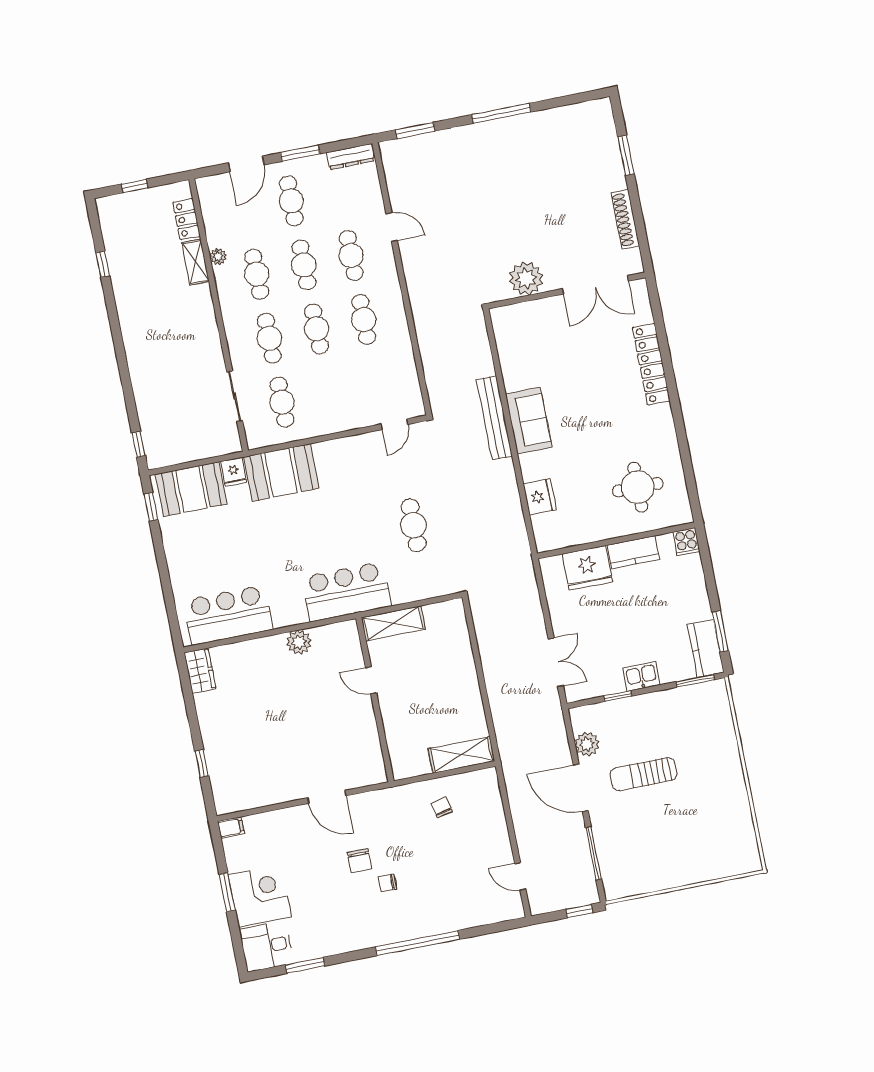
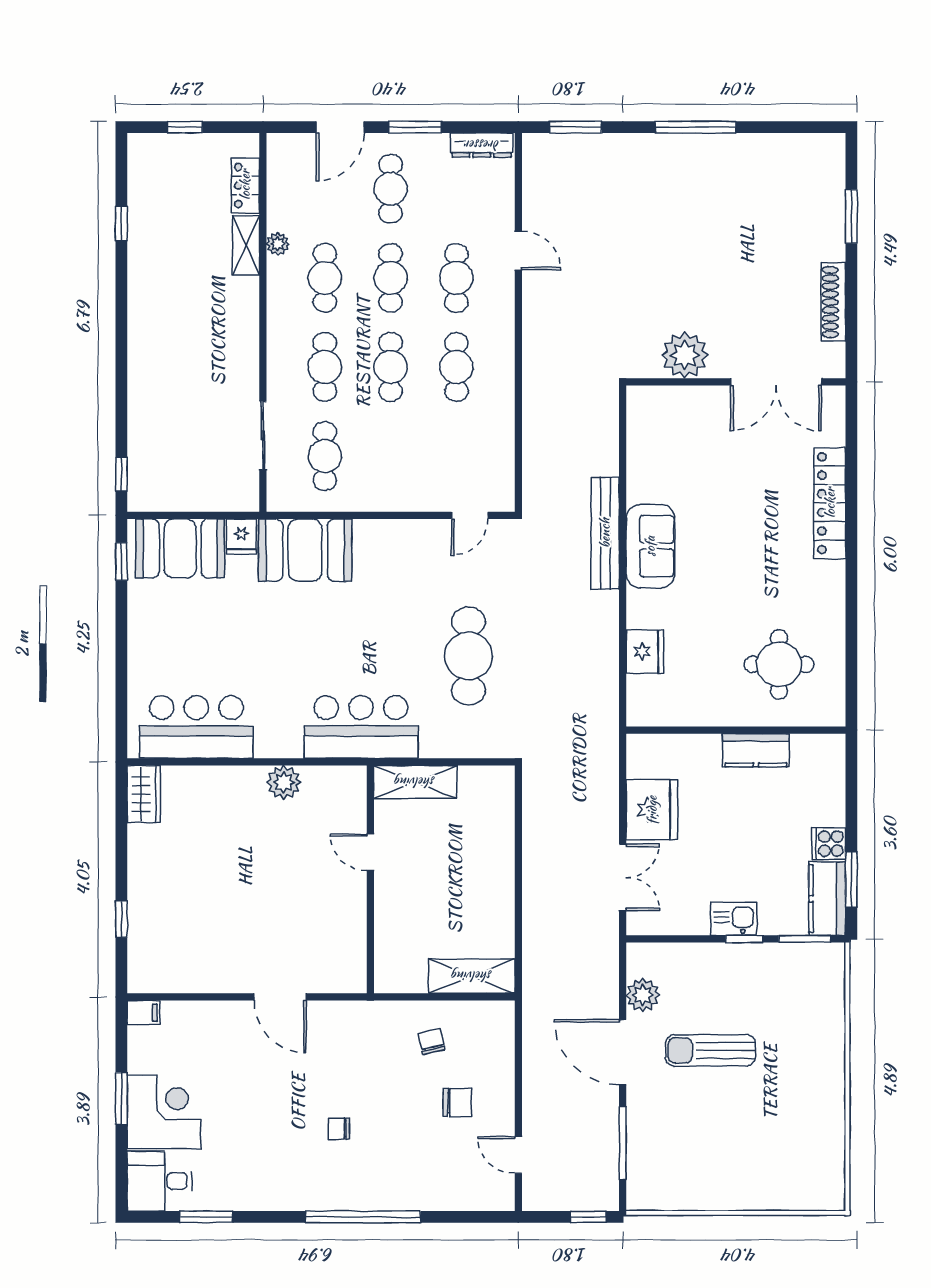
cafe table: (414, 525) -> (468, 656), width x1.37, depth x1.35
cooker: (686, 542) -> (829, 844), moved, turned 90
fridge: (587, 568) -> (652, 810), moved, turned -90
window: (618, 696) -> (744, 939), moved
chair: (359, 860) -> (457, 1102), moved, turned -90

